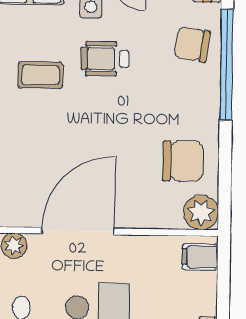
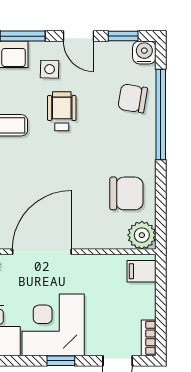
wheelchair: (105, 59) -> (62, 111), turned 90

